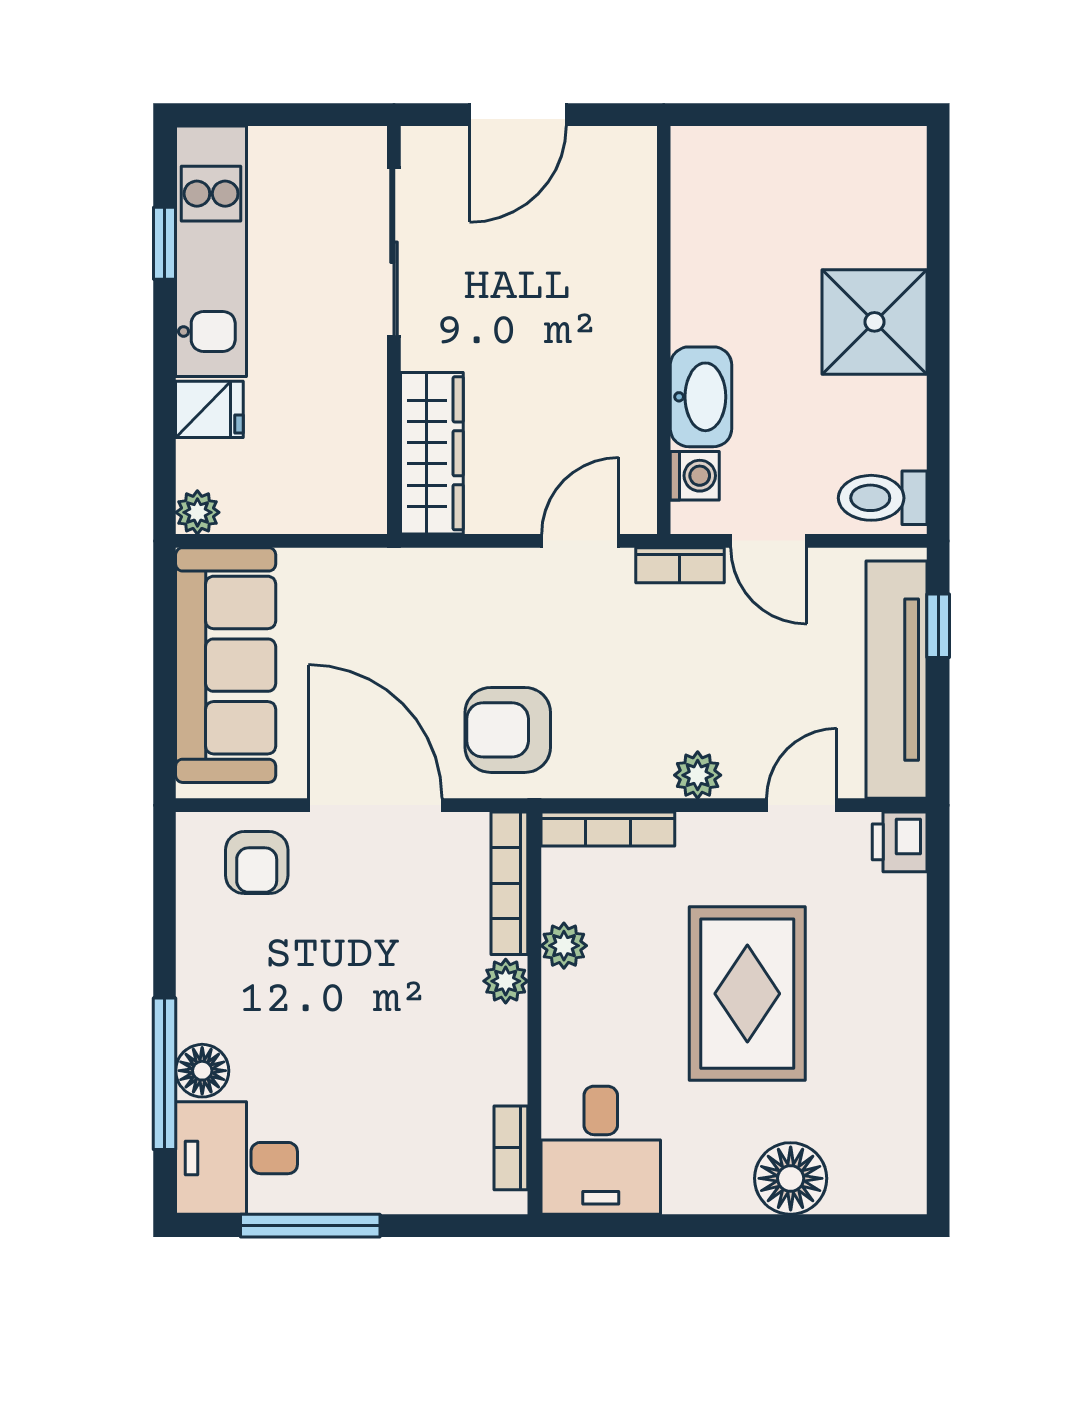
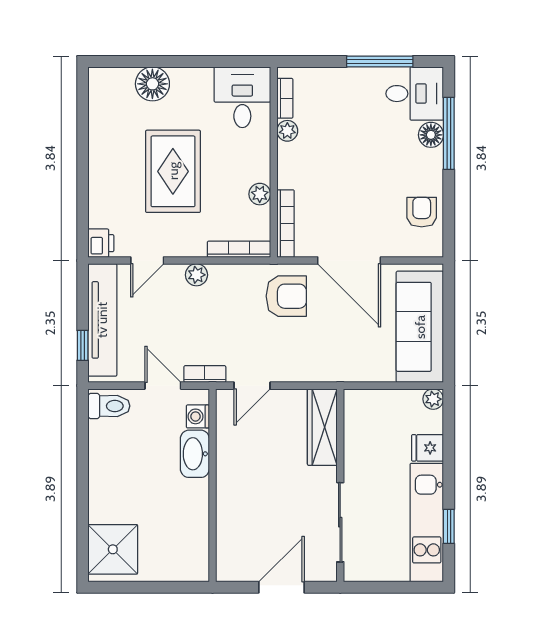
shower: (874, 322) -> (113, 549), moved
armchair: (257, 863) -> (422, 212), moved
plant: (506, 981) -> (287, 131), moved

